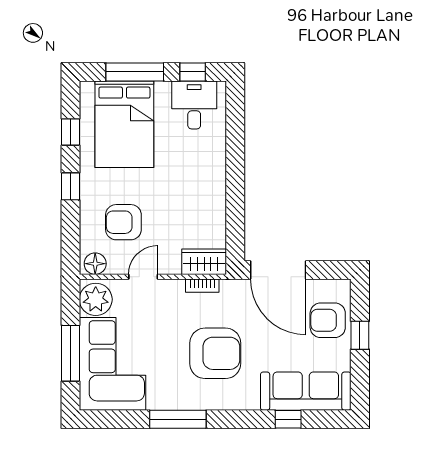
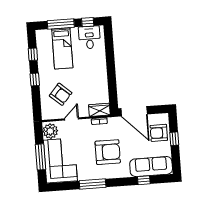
bed: (124, 124) -> (62, 48), width x0.67
armchair: (123, 222) -> (61, 94), turned -139
floor lamp: (95, 264) -> (49, 115), removed

